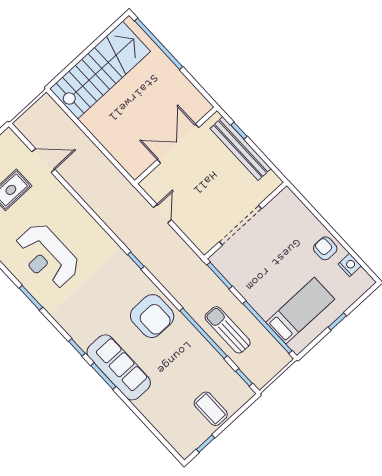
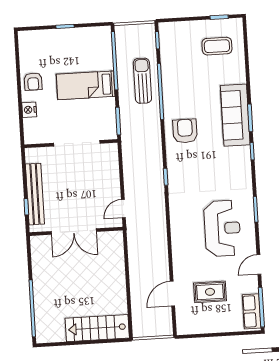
stairs: (100, 70) -> (97, 328), width x0.73, depth x0.66
door: (43, 161) -> (172, 294), hinge flipped
door: (162, 214) -> (123, 209), moved
nightstand: (350, 265) -> (29, 110), moved
bed: (300, 311) -> (86, 85), moved
armchair: (152, 316) -> (185, 131), width x0.73, depth x0.73
sun lounger: (228, 330) -> (142, 81), turned 180
coffee table: (211, 409) -> (217, 46), moved, turned 90

